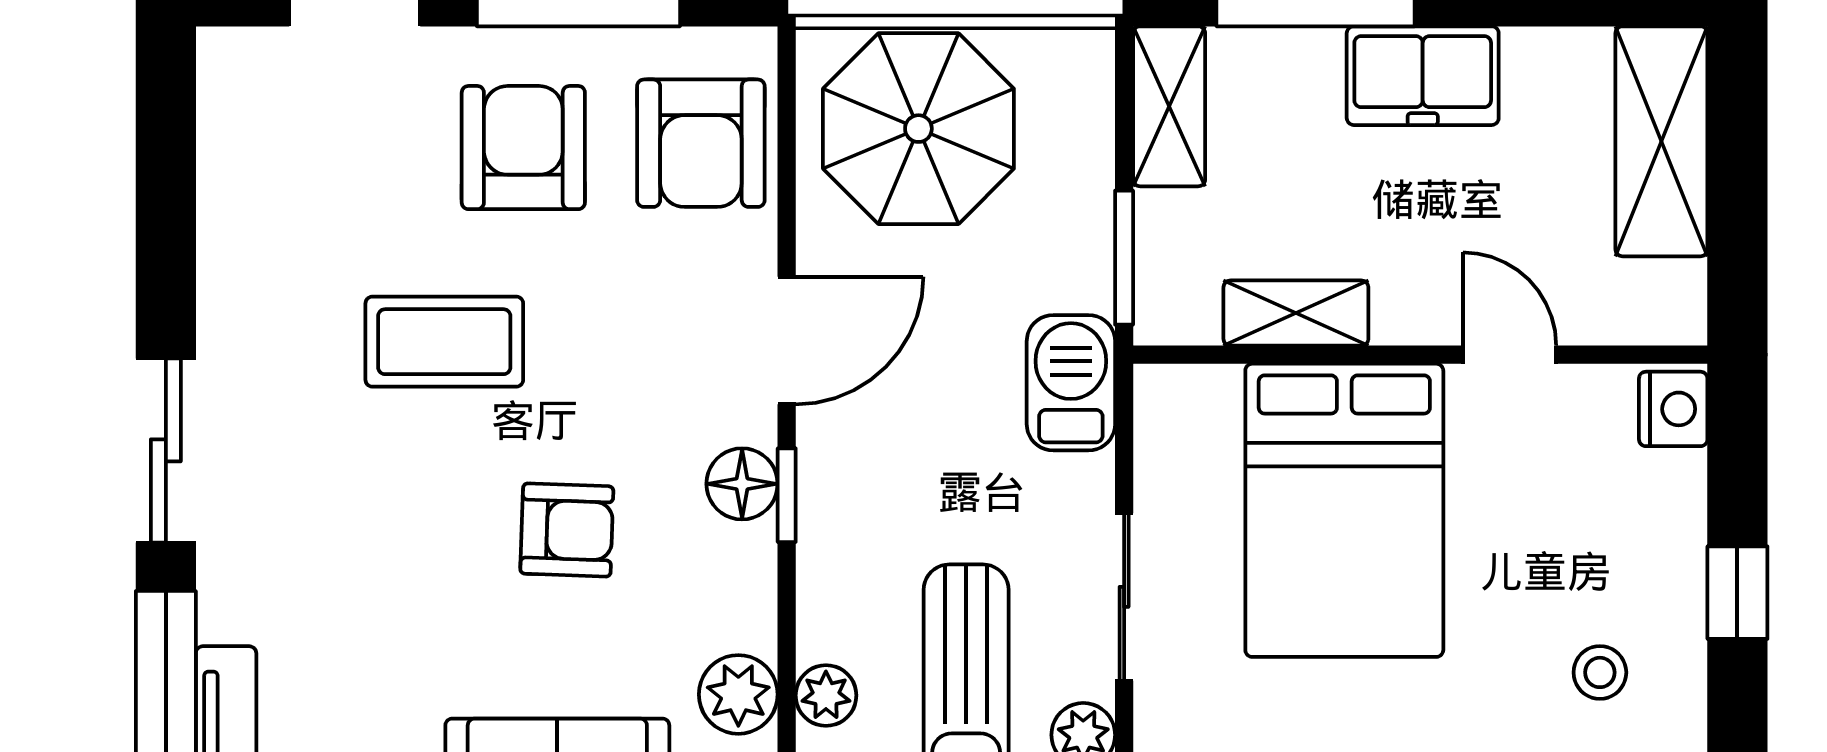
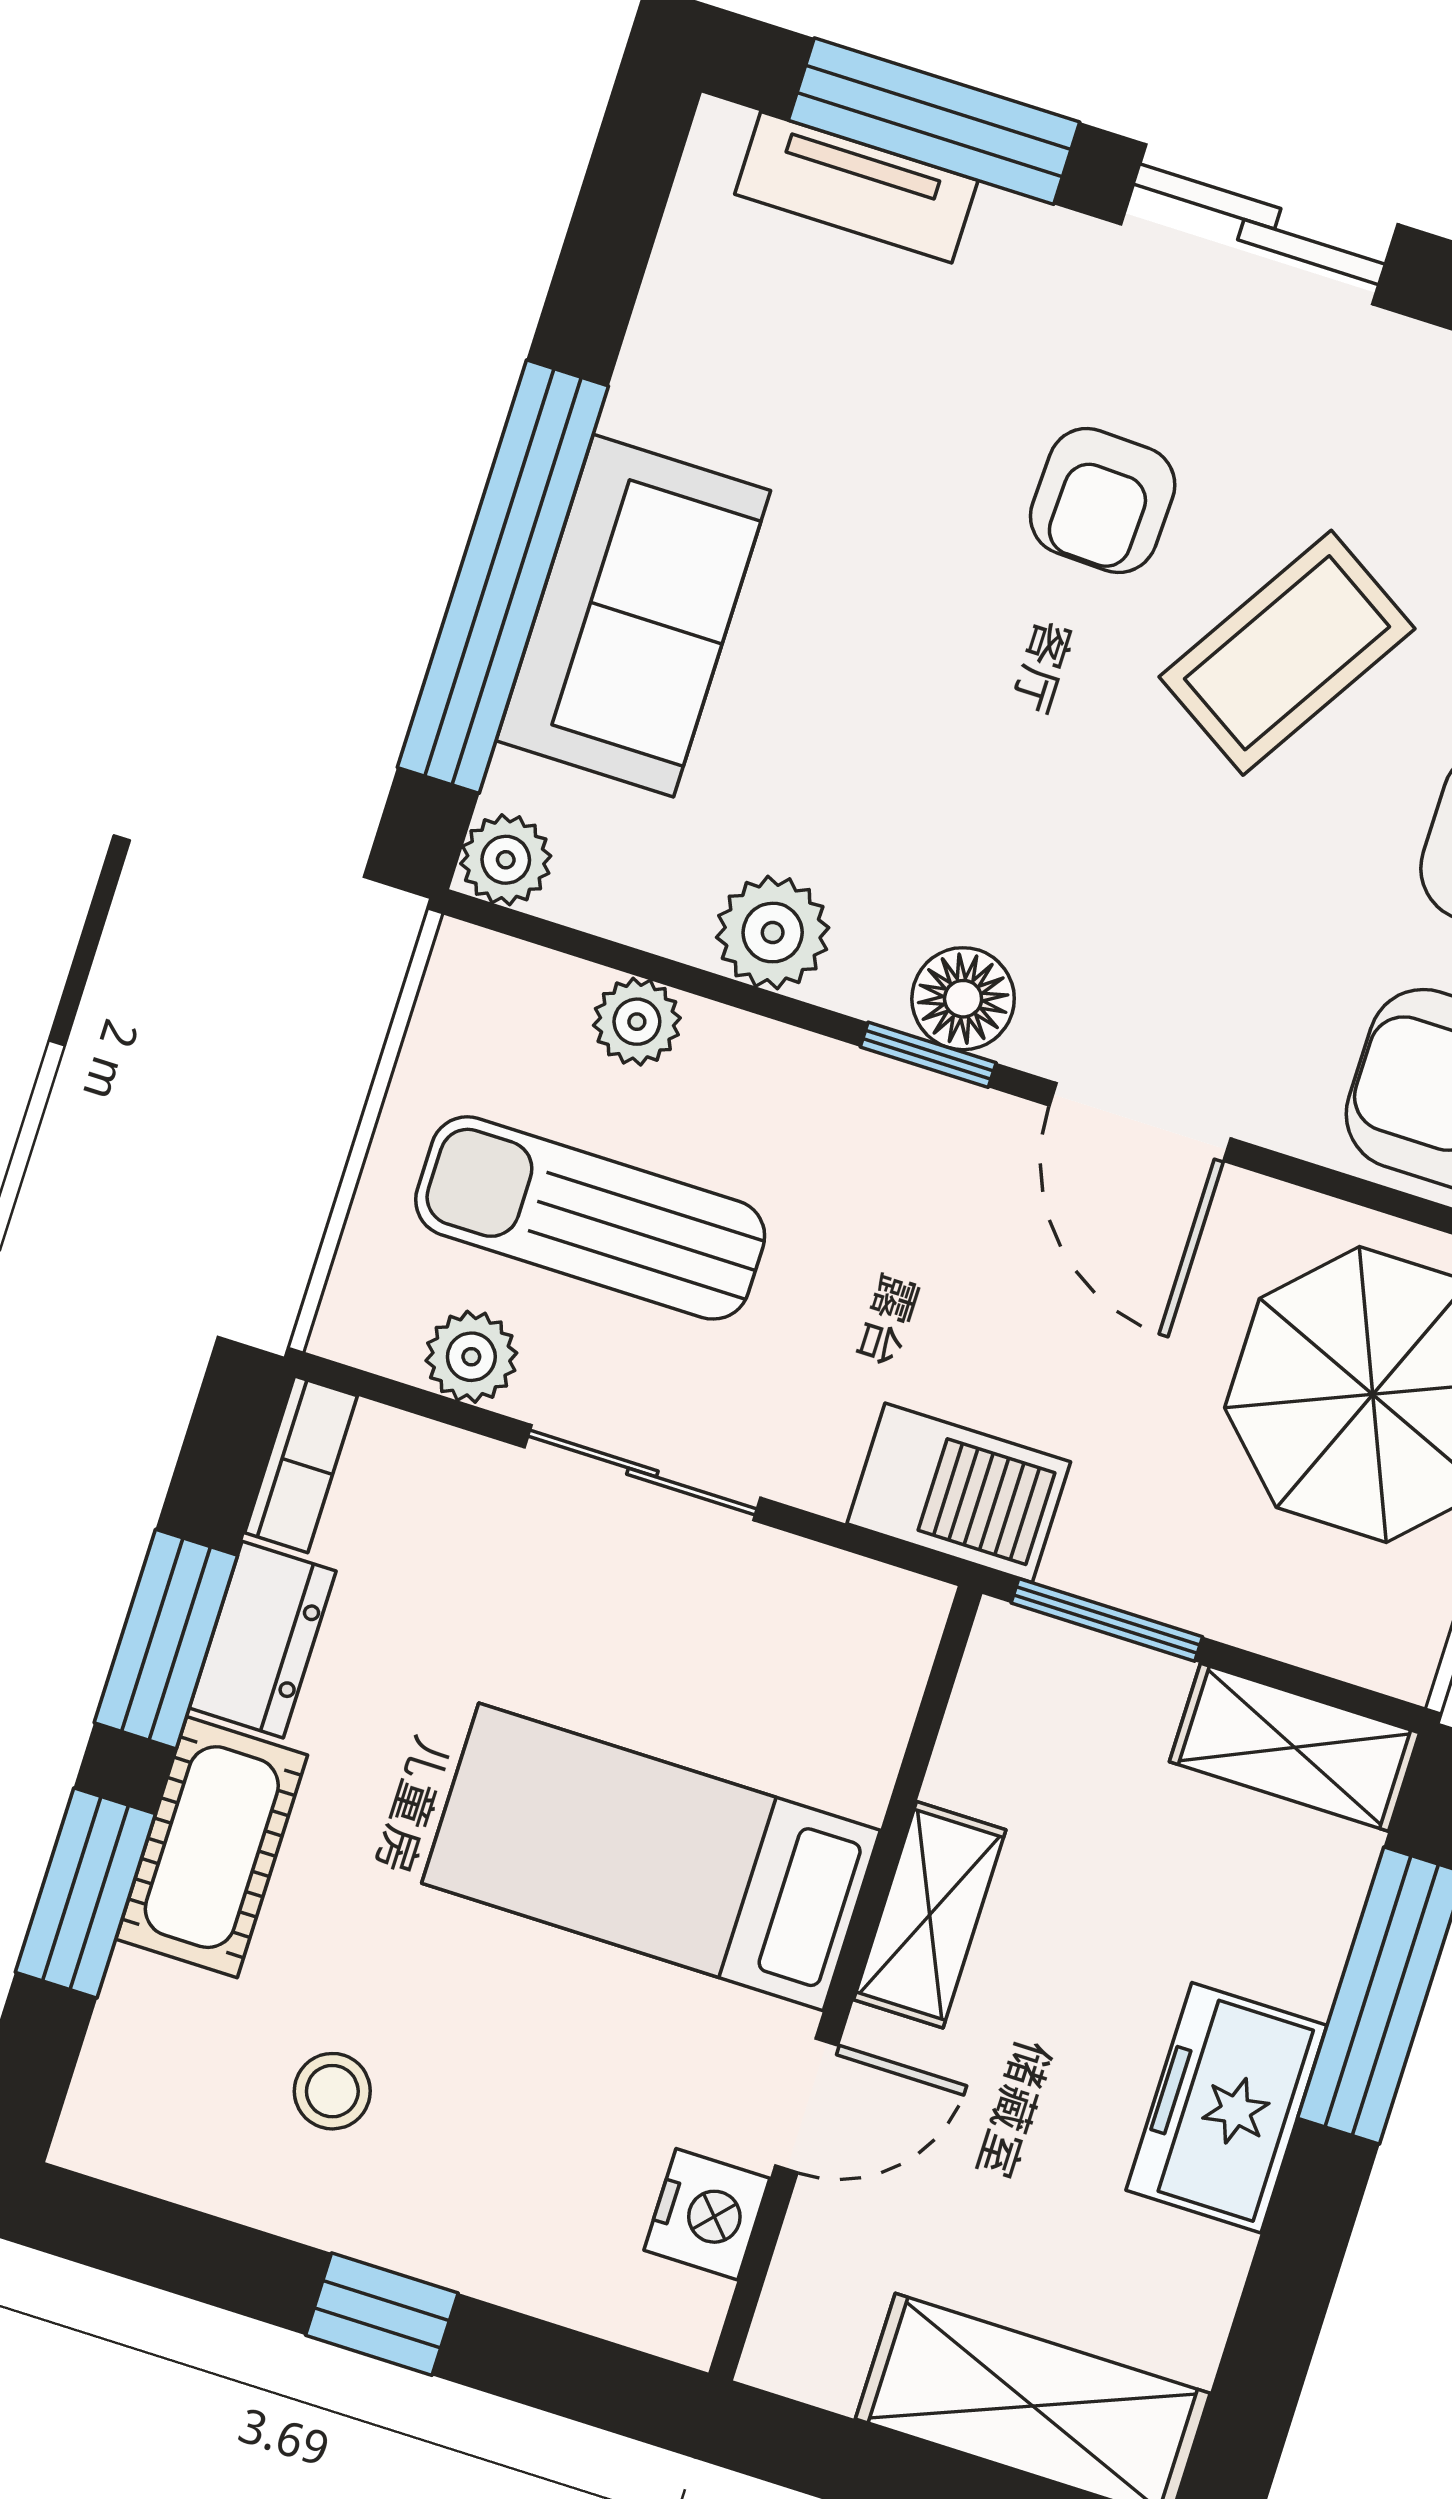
shelving: (1296, 313) -> (930, 1915), moved
coffee table: (444, 342) -> (1287, 653), turned 32
nightstand: (1673, 409) -> (707, 2214), moved, turned -90
bed: (1344, 510) -> (651, 1857), width x0.67
armchair: (567, 530) -> (1103, 501), moved
plant: (738, 694) -> (773, 933), moved

